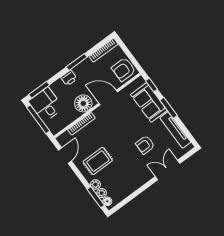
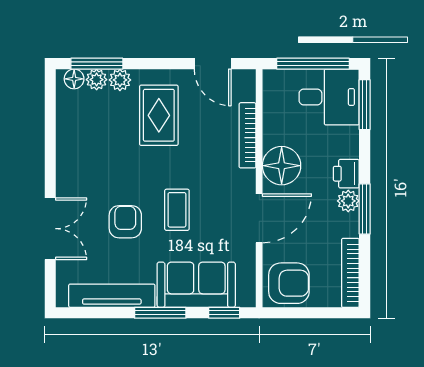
armchair: (124, 69) -> (289, 283), turned 90
plant: (78, 70) -> (348, 201), added
coffee table: (127, 129) -> (177, 210), added

